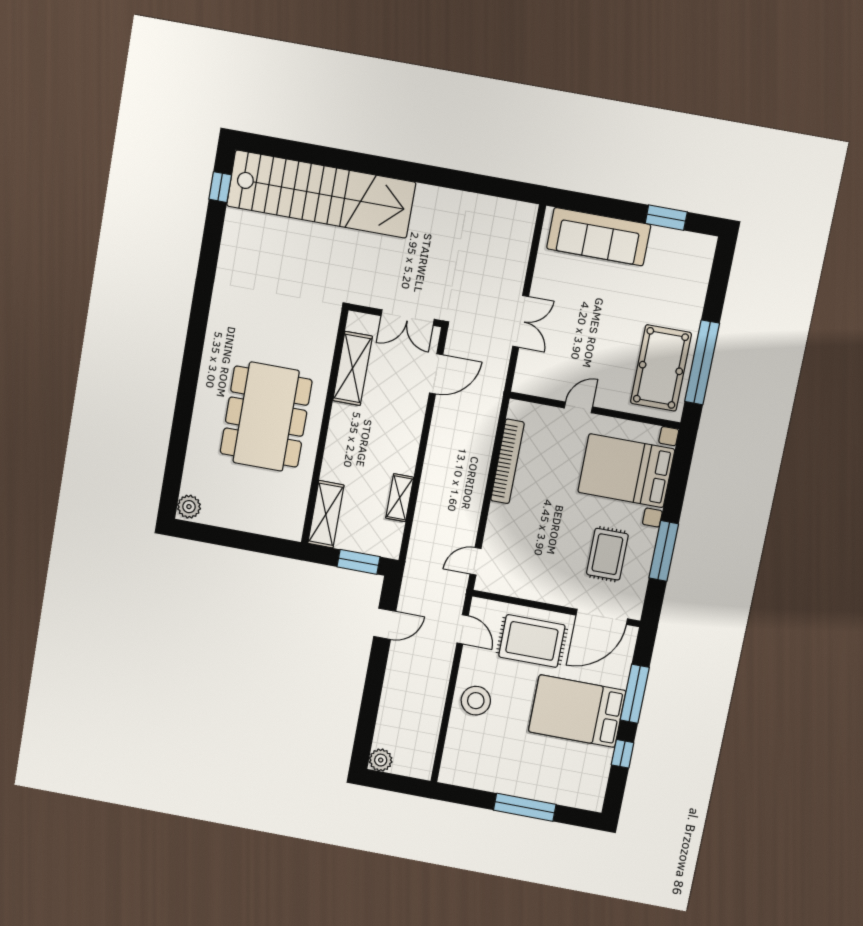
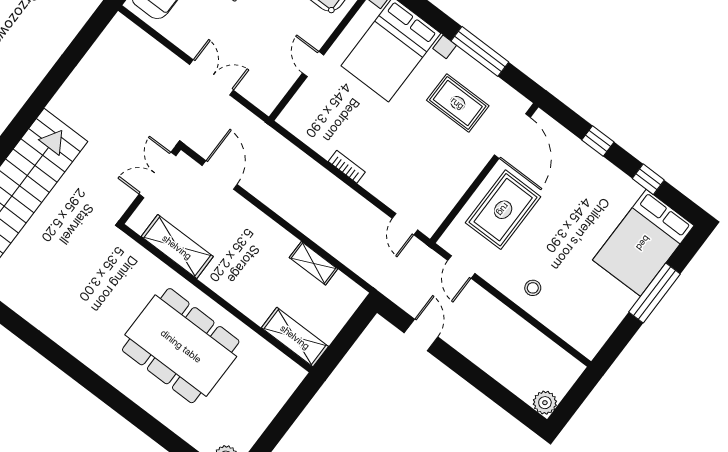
double door: (408, 318) -> (157, 175), swing flipped
bookcase: (507, 461) -> (347, 167), width x0.43, depth x0.76
window: (358, 562) -> (353, 330), removed
door: (463, 629) -> (461, 267), swing flipped
window: (635, 694) -> (598, 141), width x0.46
stool: (476, 701) -> (533, 288), width x0.53, depth x0.53
bed: (577, 711) -> (643, 243), moved

